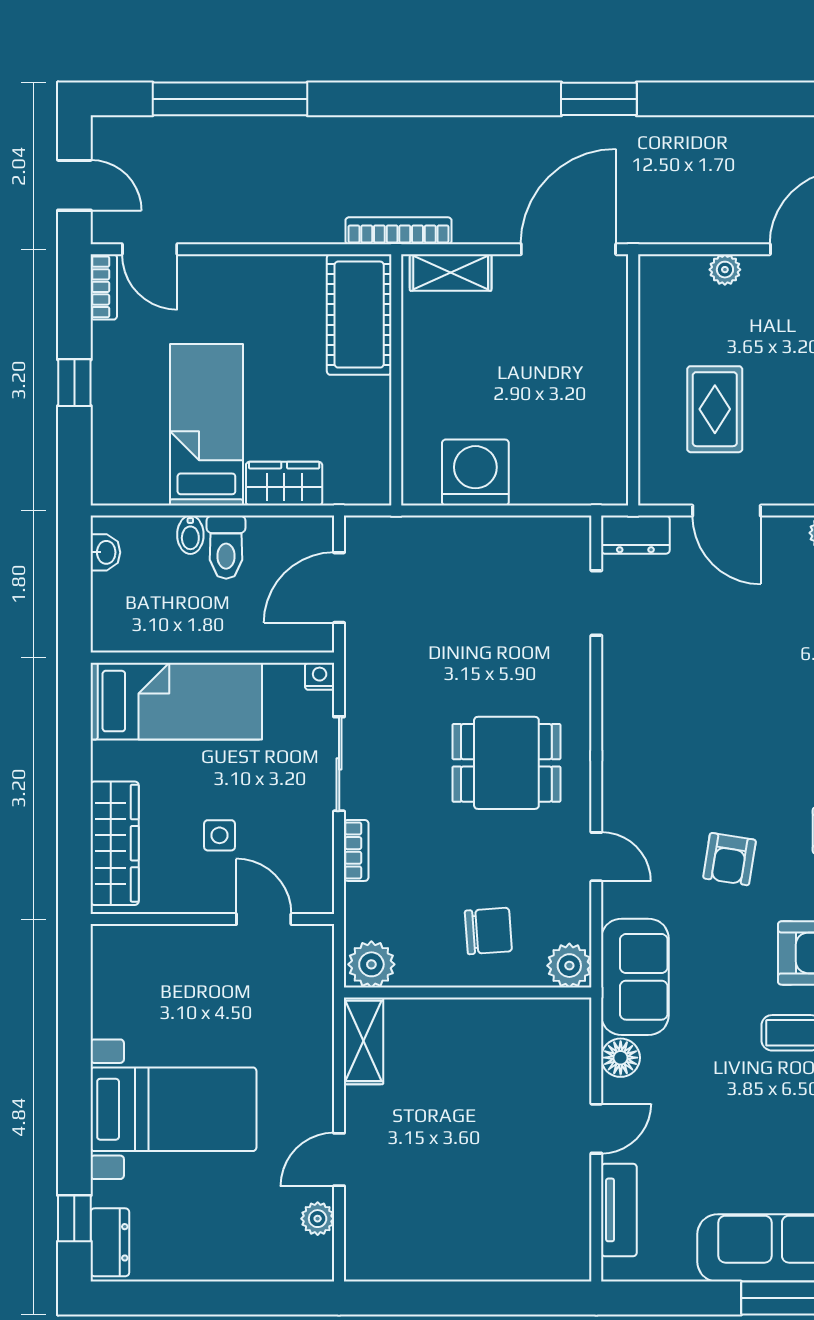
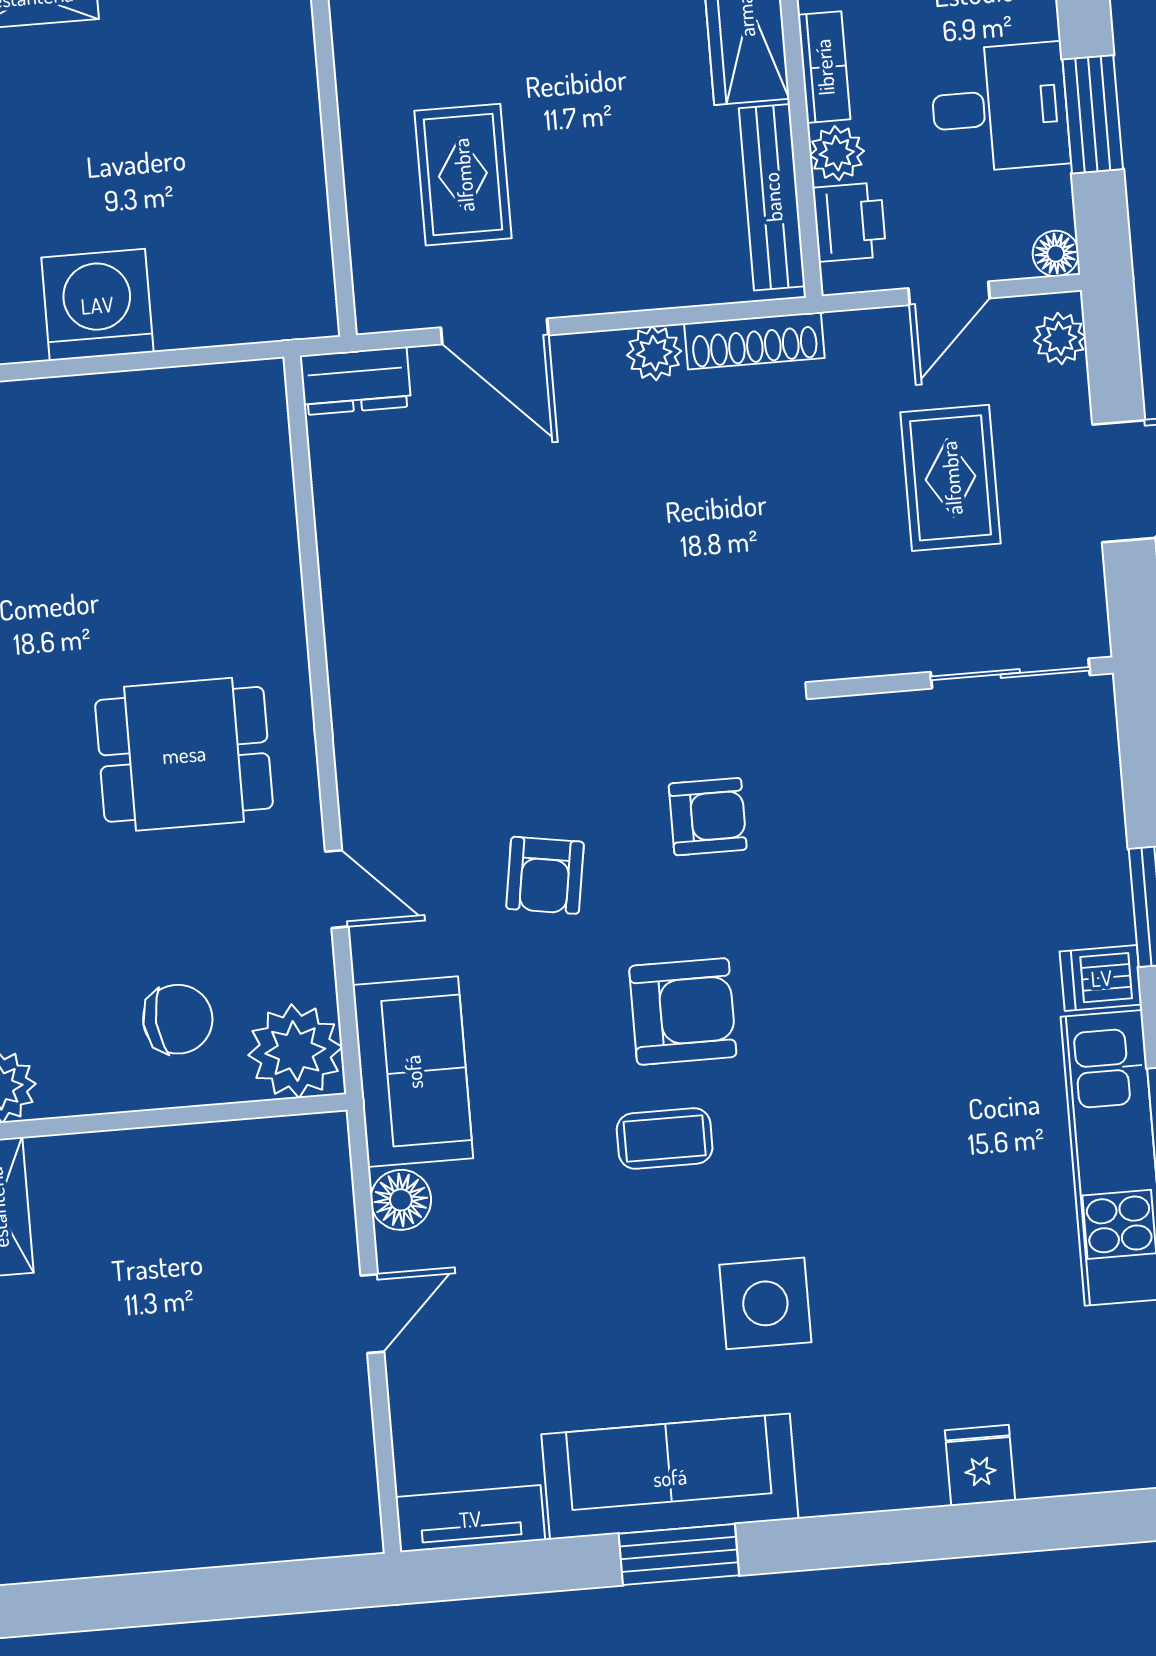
doorway: (596, 603) -> (303, 493), removed
plant: (569, 966) -> (295, 1051), width x1.36, depth x1.36
tv unit: (619, 1210) -> (470, 1519), moved, turned -90

